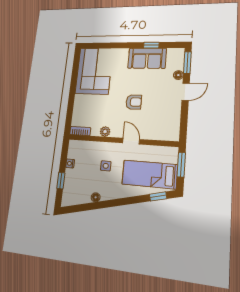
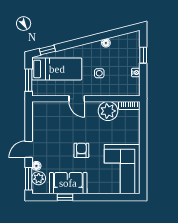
plant: (177, 63) -> (39, 178), added
armchair: (134, 102) -> (81, 150), moved, turned 90
plant: (105, 132) -> (108, 111), width x1.88, depth x1.88

